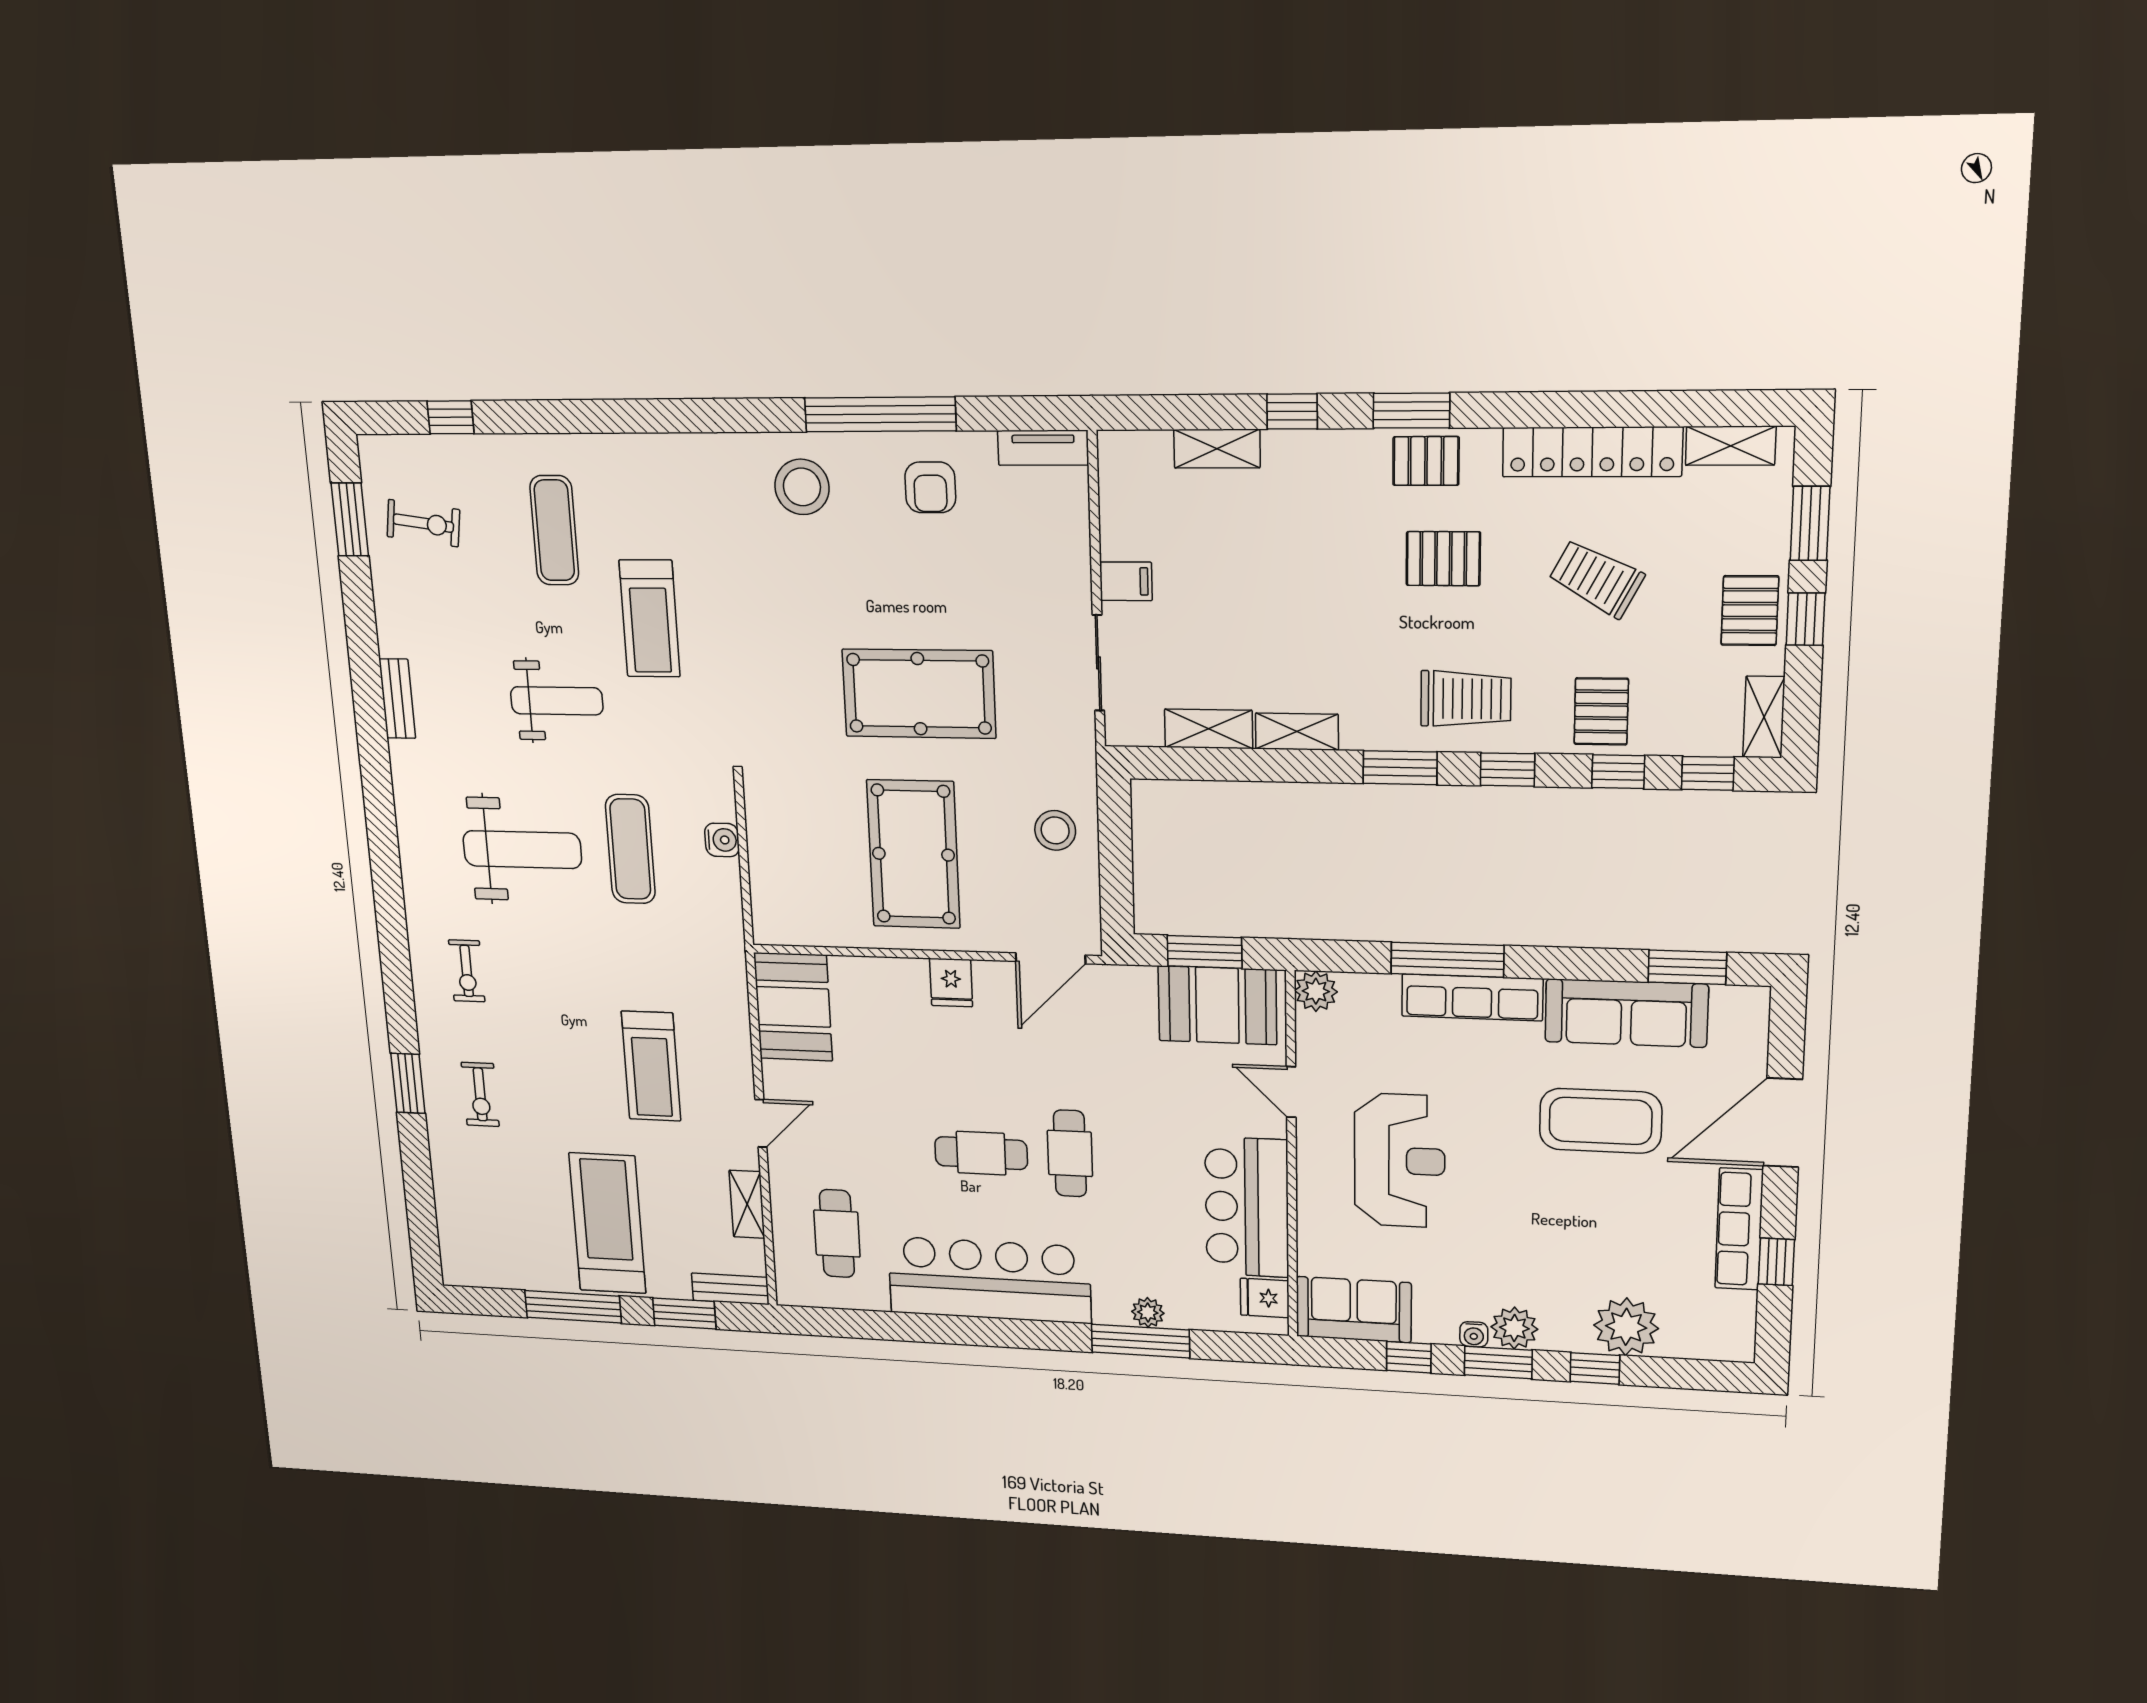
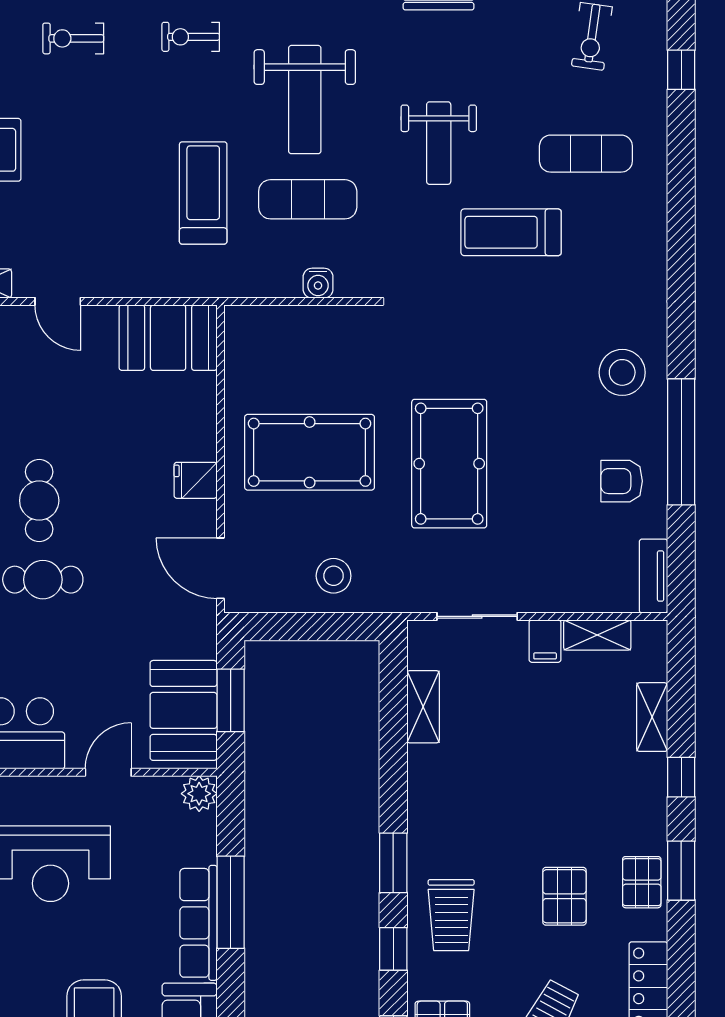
shelving: (1297, 732) -> (597, 635), moved, turned 90
treadmill: (651, 1066) -> (203, 193), moved, turned 90

